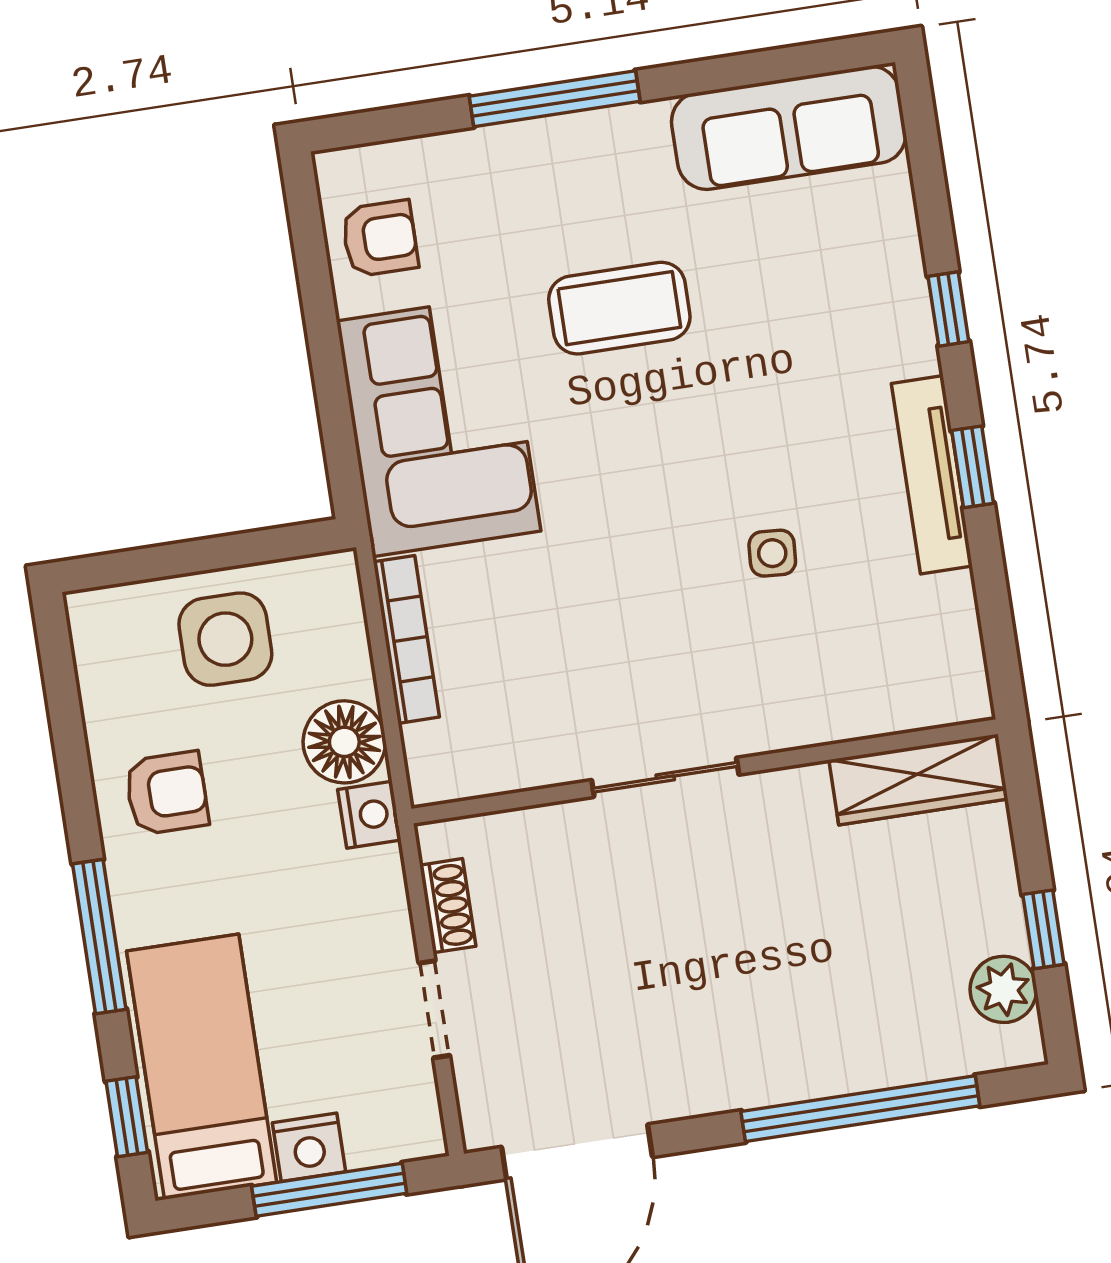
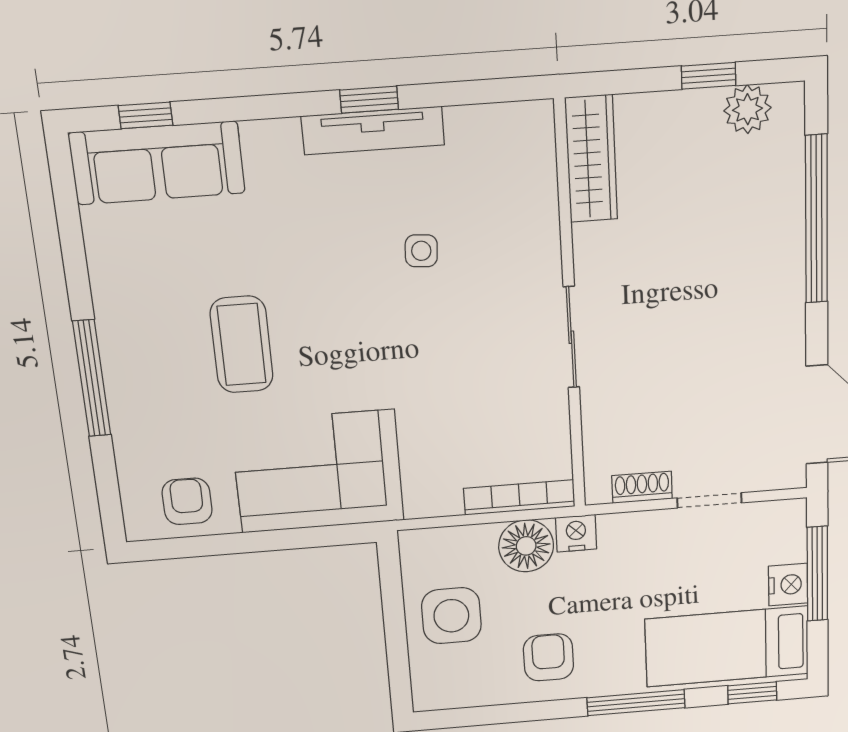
sofa: (789, 128) -> (157, 163), moved, turned 90
window: (948, 309) -> (145, 115), moved
bookcase: (406, 639) -> (519, 497), moved

